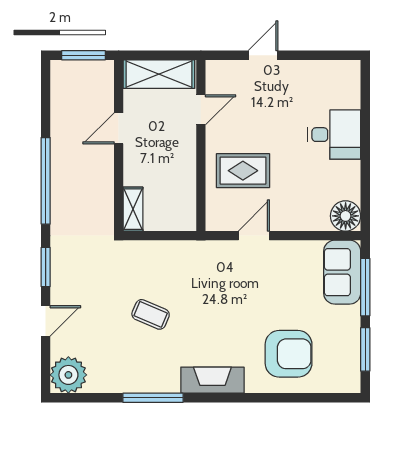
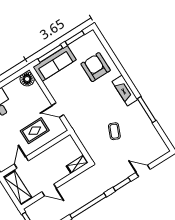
door: (201, 110) -> (21, 162), hinge flipped
rug: (243, 171) -> (35, 131), turned 90
sofa: (342, 272) -> (55, 63), width x1.36
plant: (68, 375) -> (159, 148), removed

